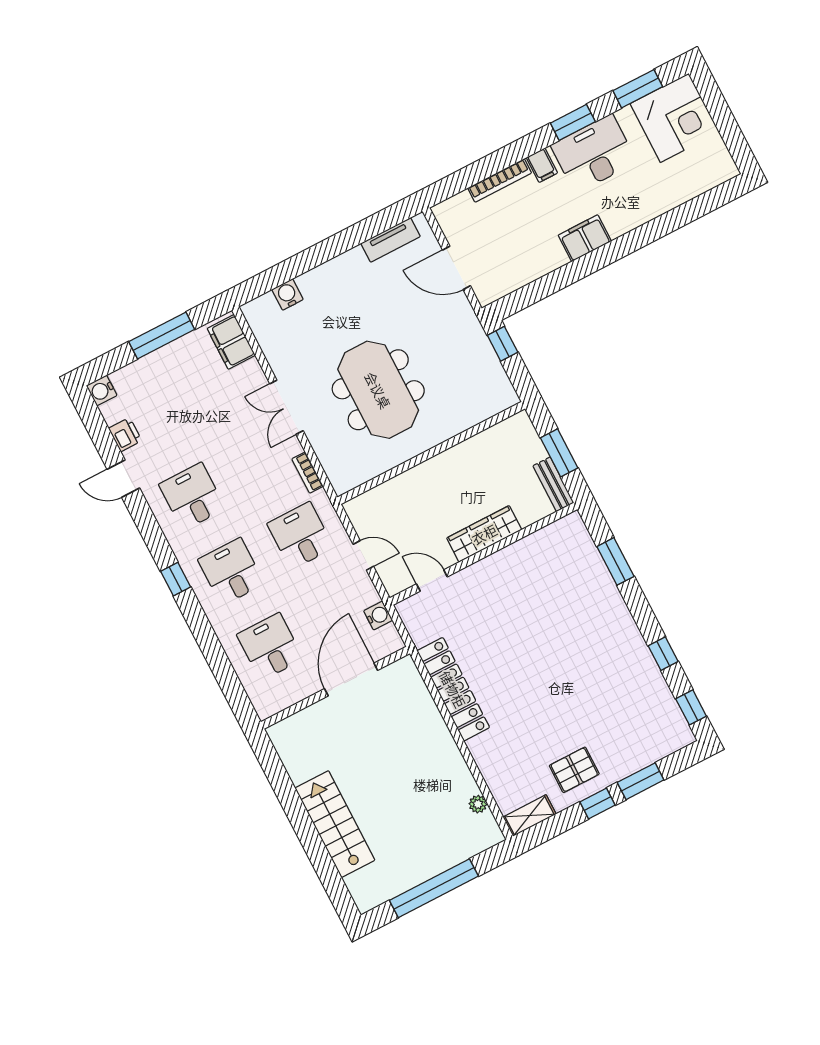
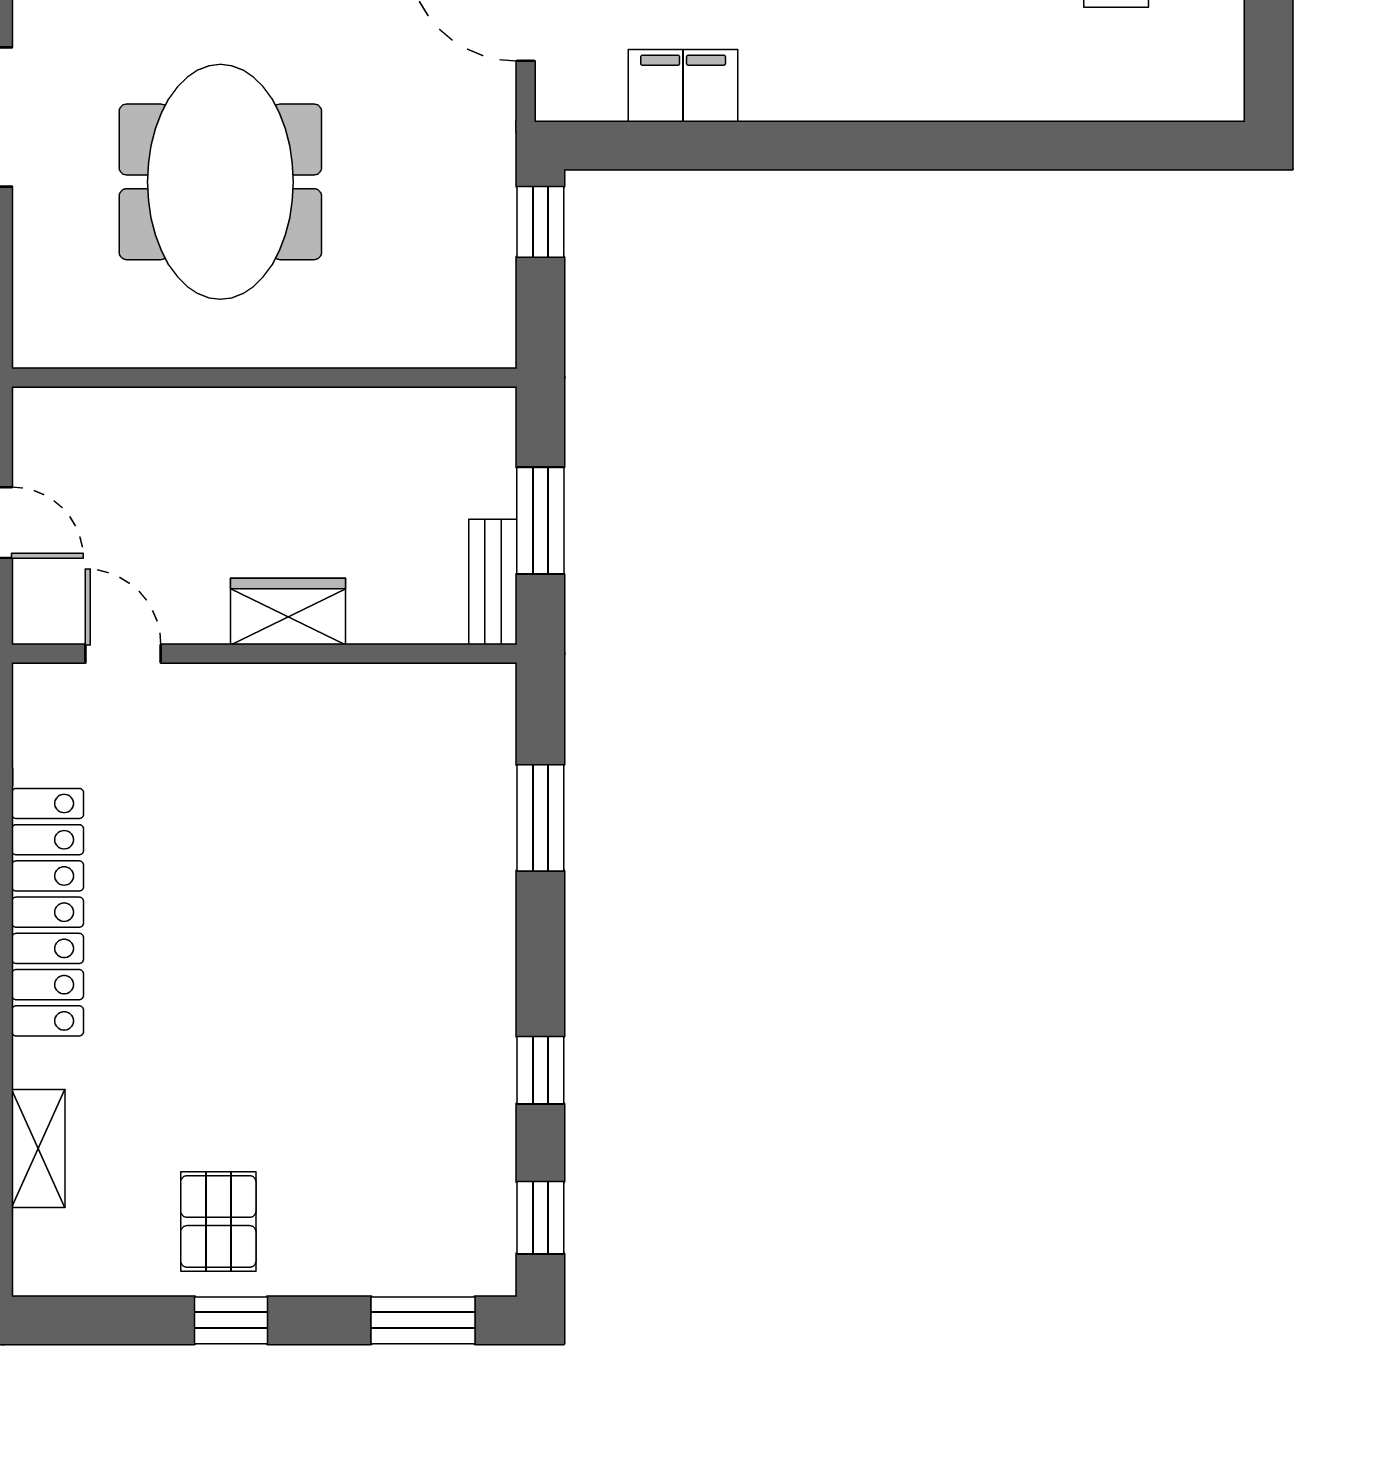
filing cabinet: (585, 238) -> (683, 86), moved
wardrobe: (484, 534) -> (288, 612), width x0.67
pallet: (574, 770) -> (218, 1221), turned 90
window: (641, 781) -> (423, 1320), moved
shelving: (530, 815) -> (38, 1149), moved, turned 90

